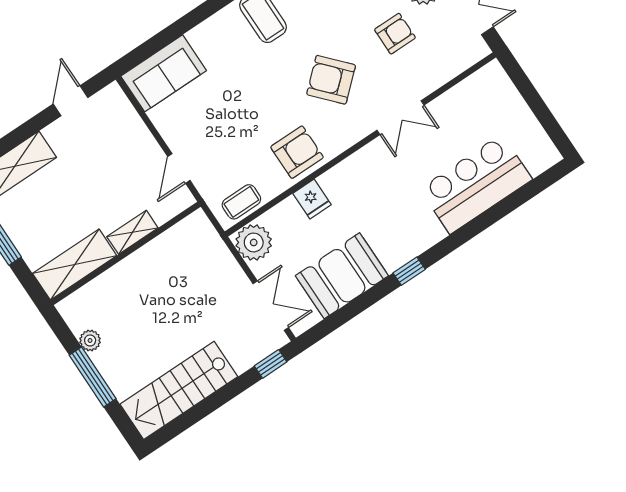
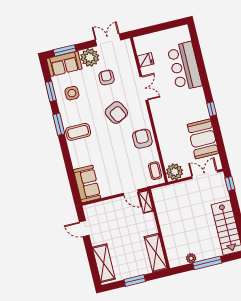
armchair: (331, 80) -> (116, 112), turned -75
fridge: (312, 199) -> (146, 60), moved
shelving: (132, 232) -> (146, 202), moved

